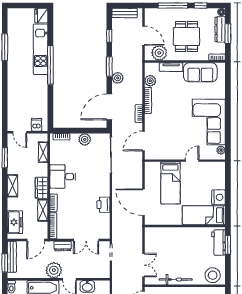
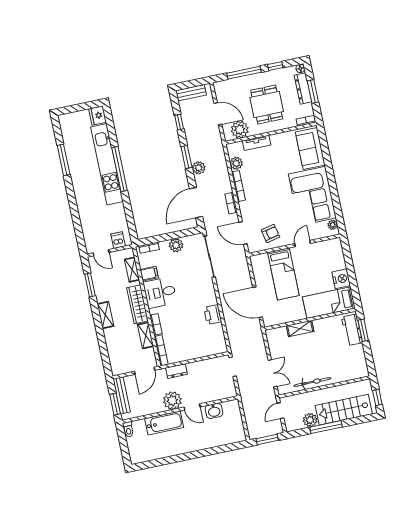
kitchen unit: (41, 49) -> (107, 164), width x1.36
sofa: (200, 72) -> (310, 149), moved, turned 90
door: (144, 141) -> (243, 233), hinge flipped
armchair: (167, 146) -> (270, 234), added
filing cabinet: (57, 159) -> (149, 274), added
wardrobe: (42, 188) -> (137, 304), width x1.50
freezer: (15, 222) -> (117, 355), removed
shelving: (175, 232) -> (300, 328), added
double door: (86, 240) -> (202, 359), removed
stool: (213, 275) -> (353, 368), removed

